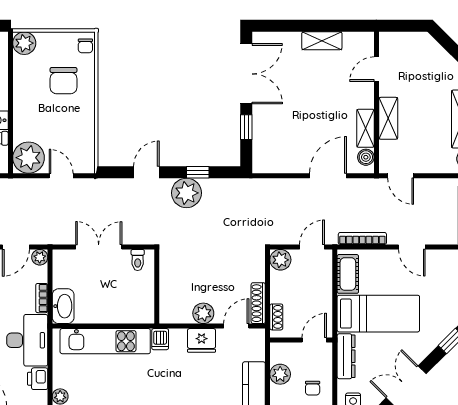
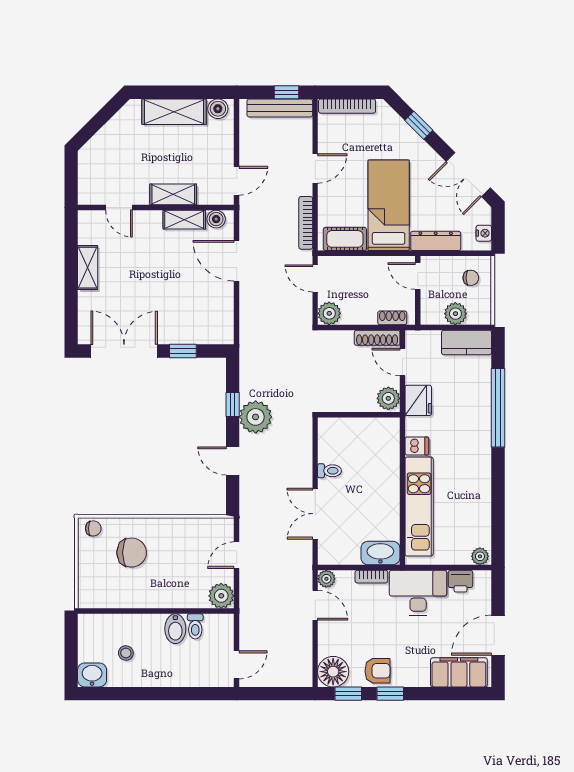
plant: (24, 43) -> (90, 596), removed
plant: (29, 158) -> (221, 596), width x0.73, depth x0.73
wall: (157, 287) -> (359, 415), moved

